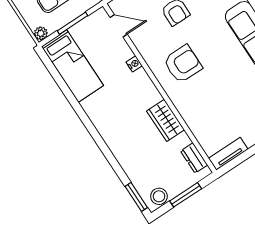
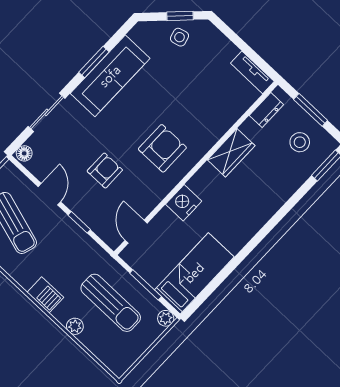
nightstand: (134, 64) -> (184, 203), width x1.89, depth x1.79
armchair: (183, 64) -> (162, 148), turned 90
stool: (159, 196) -> (300, 142), moved

